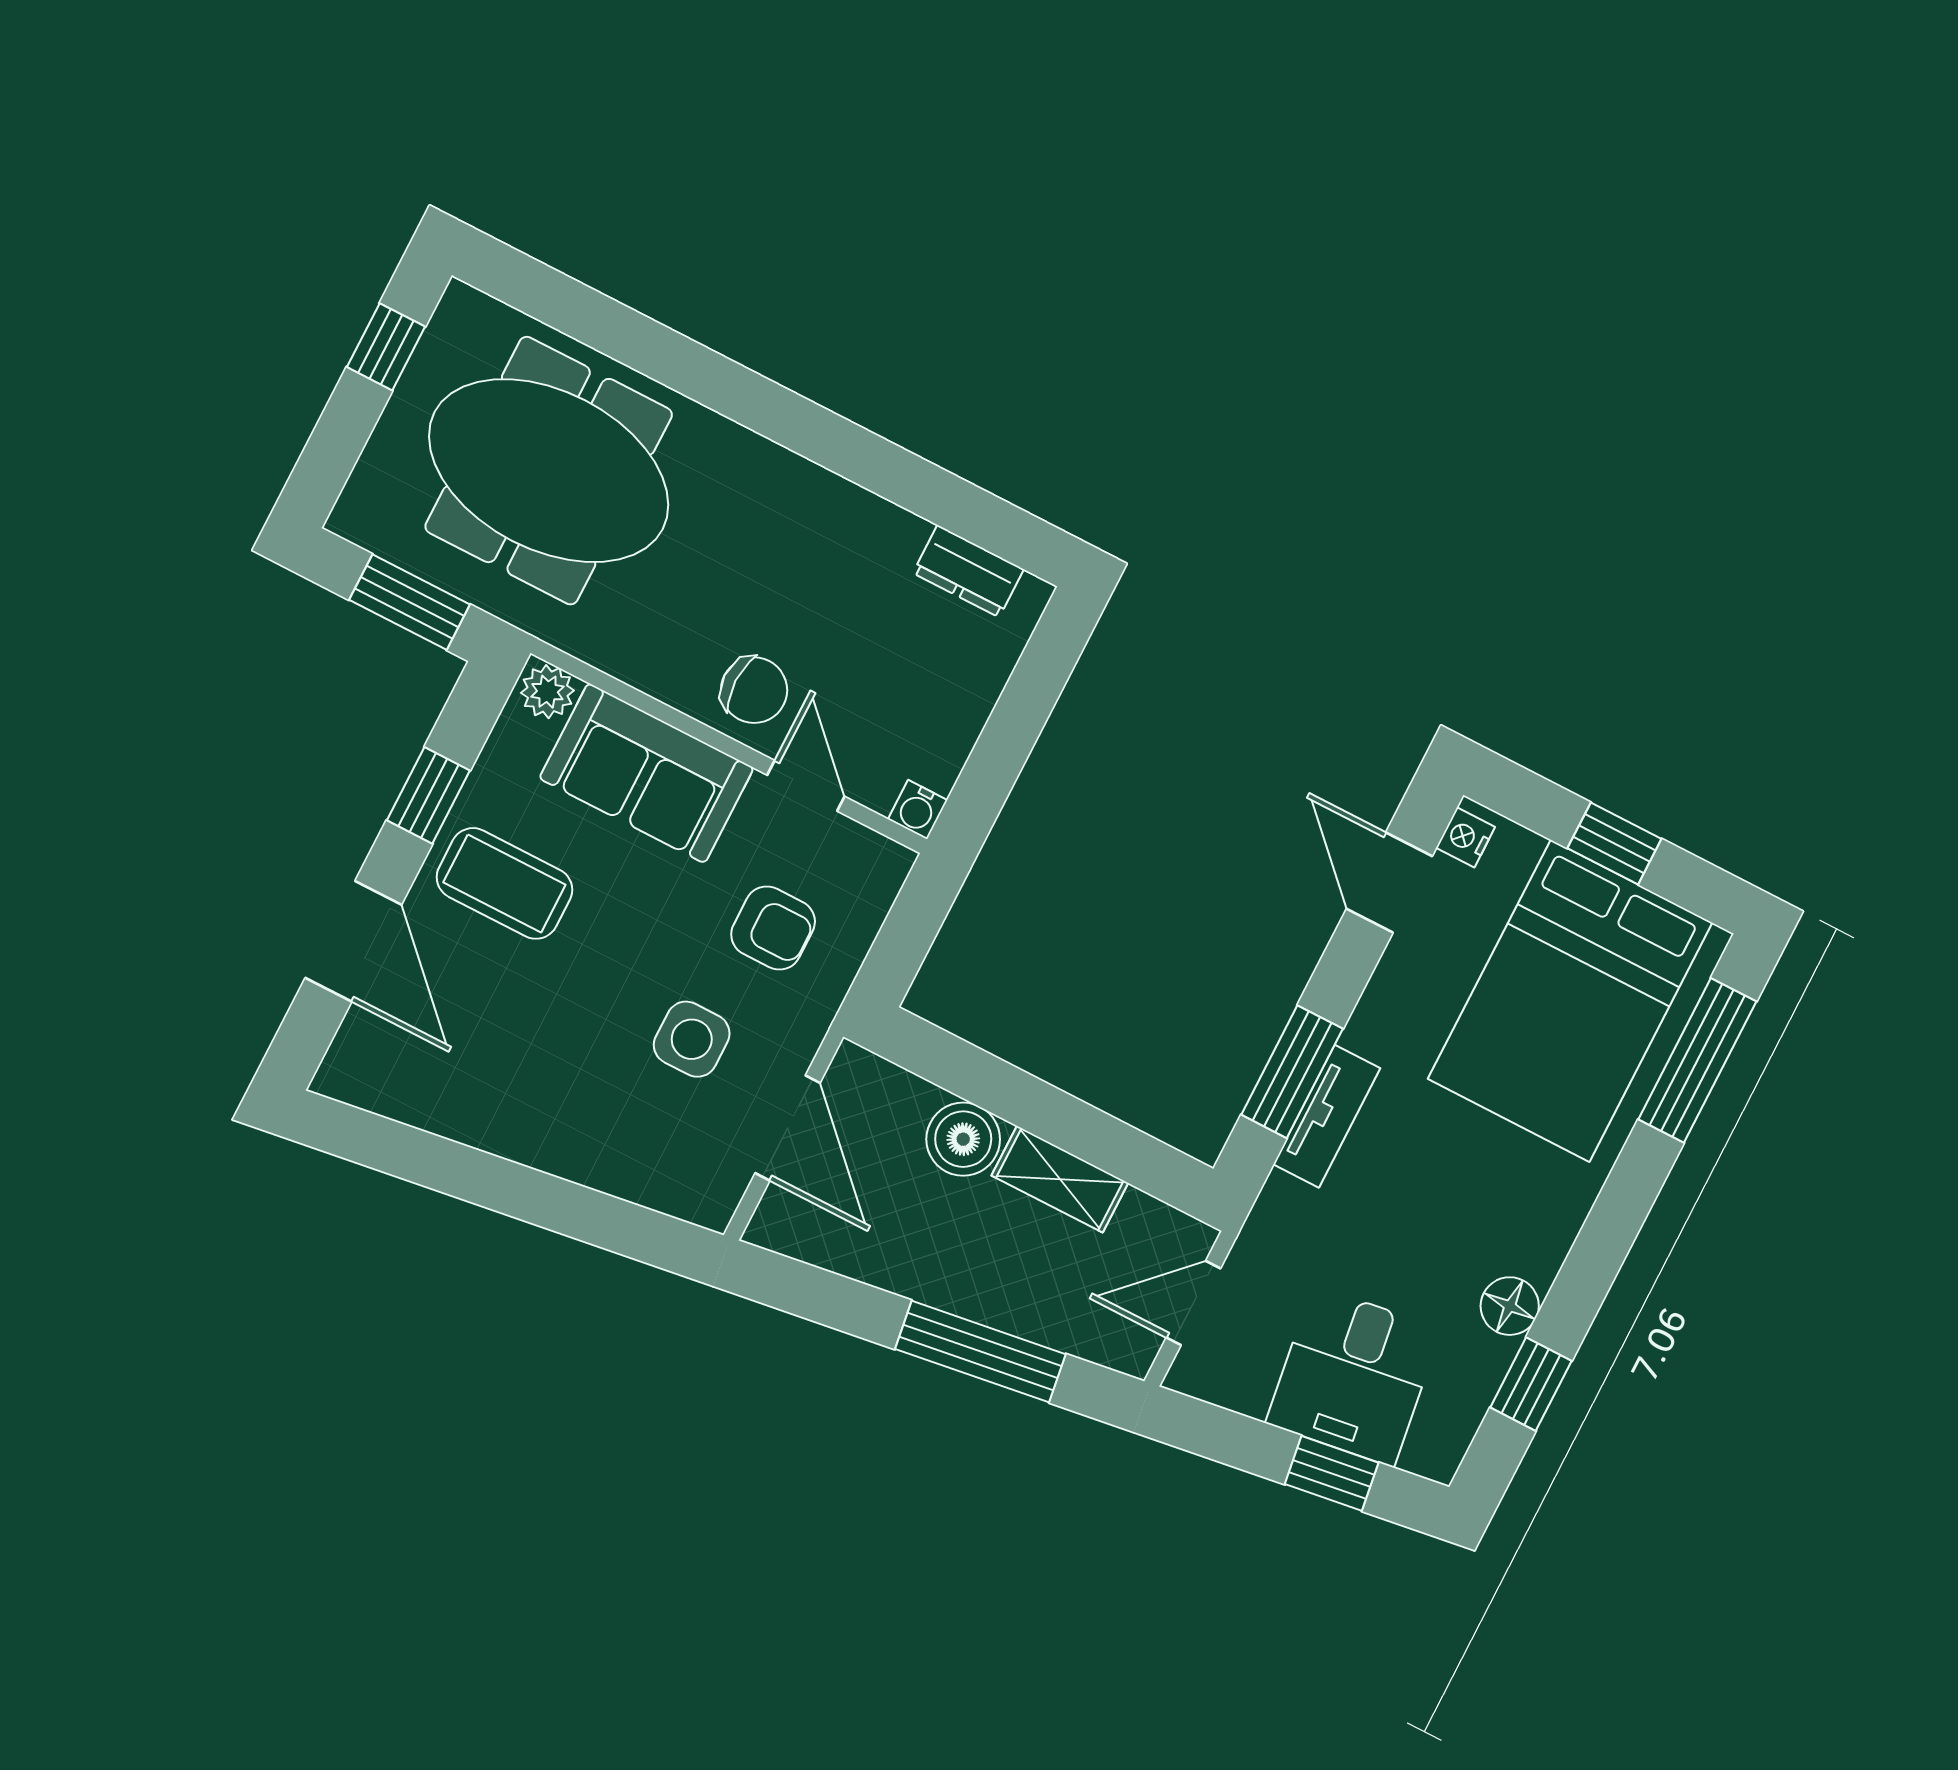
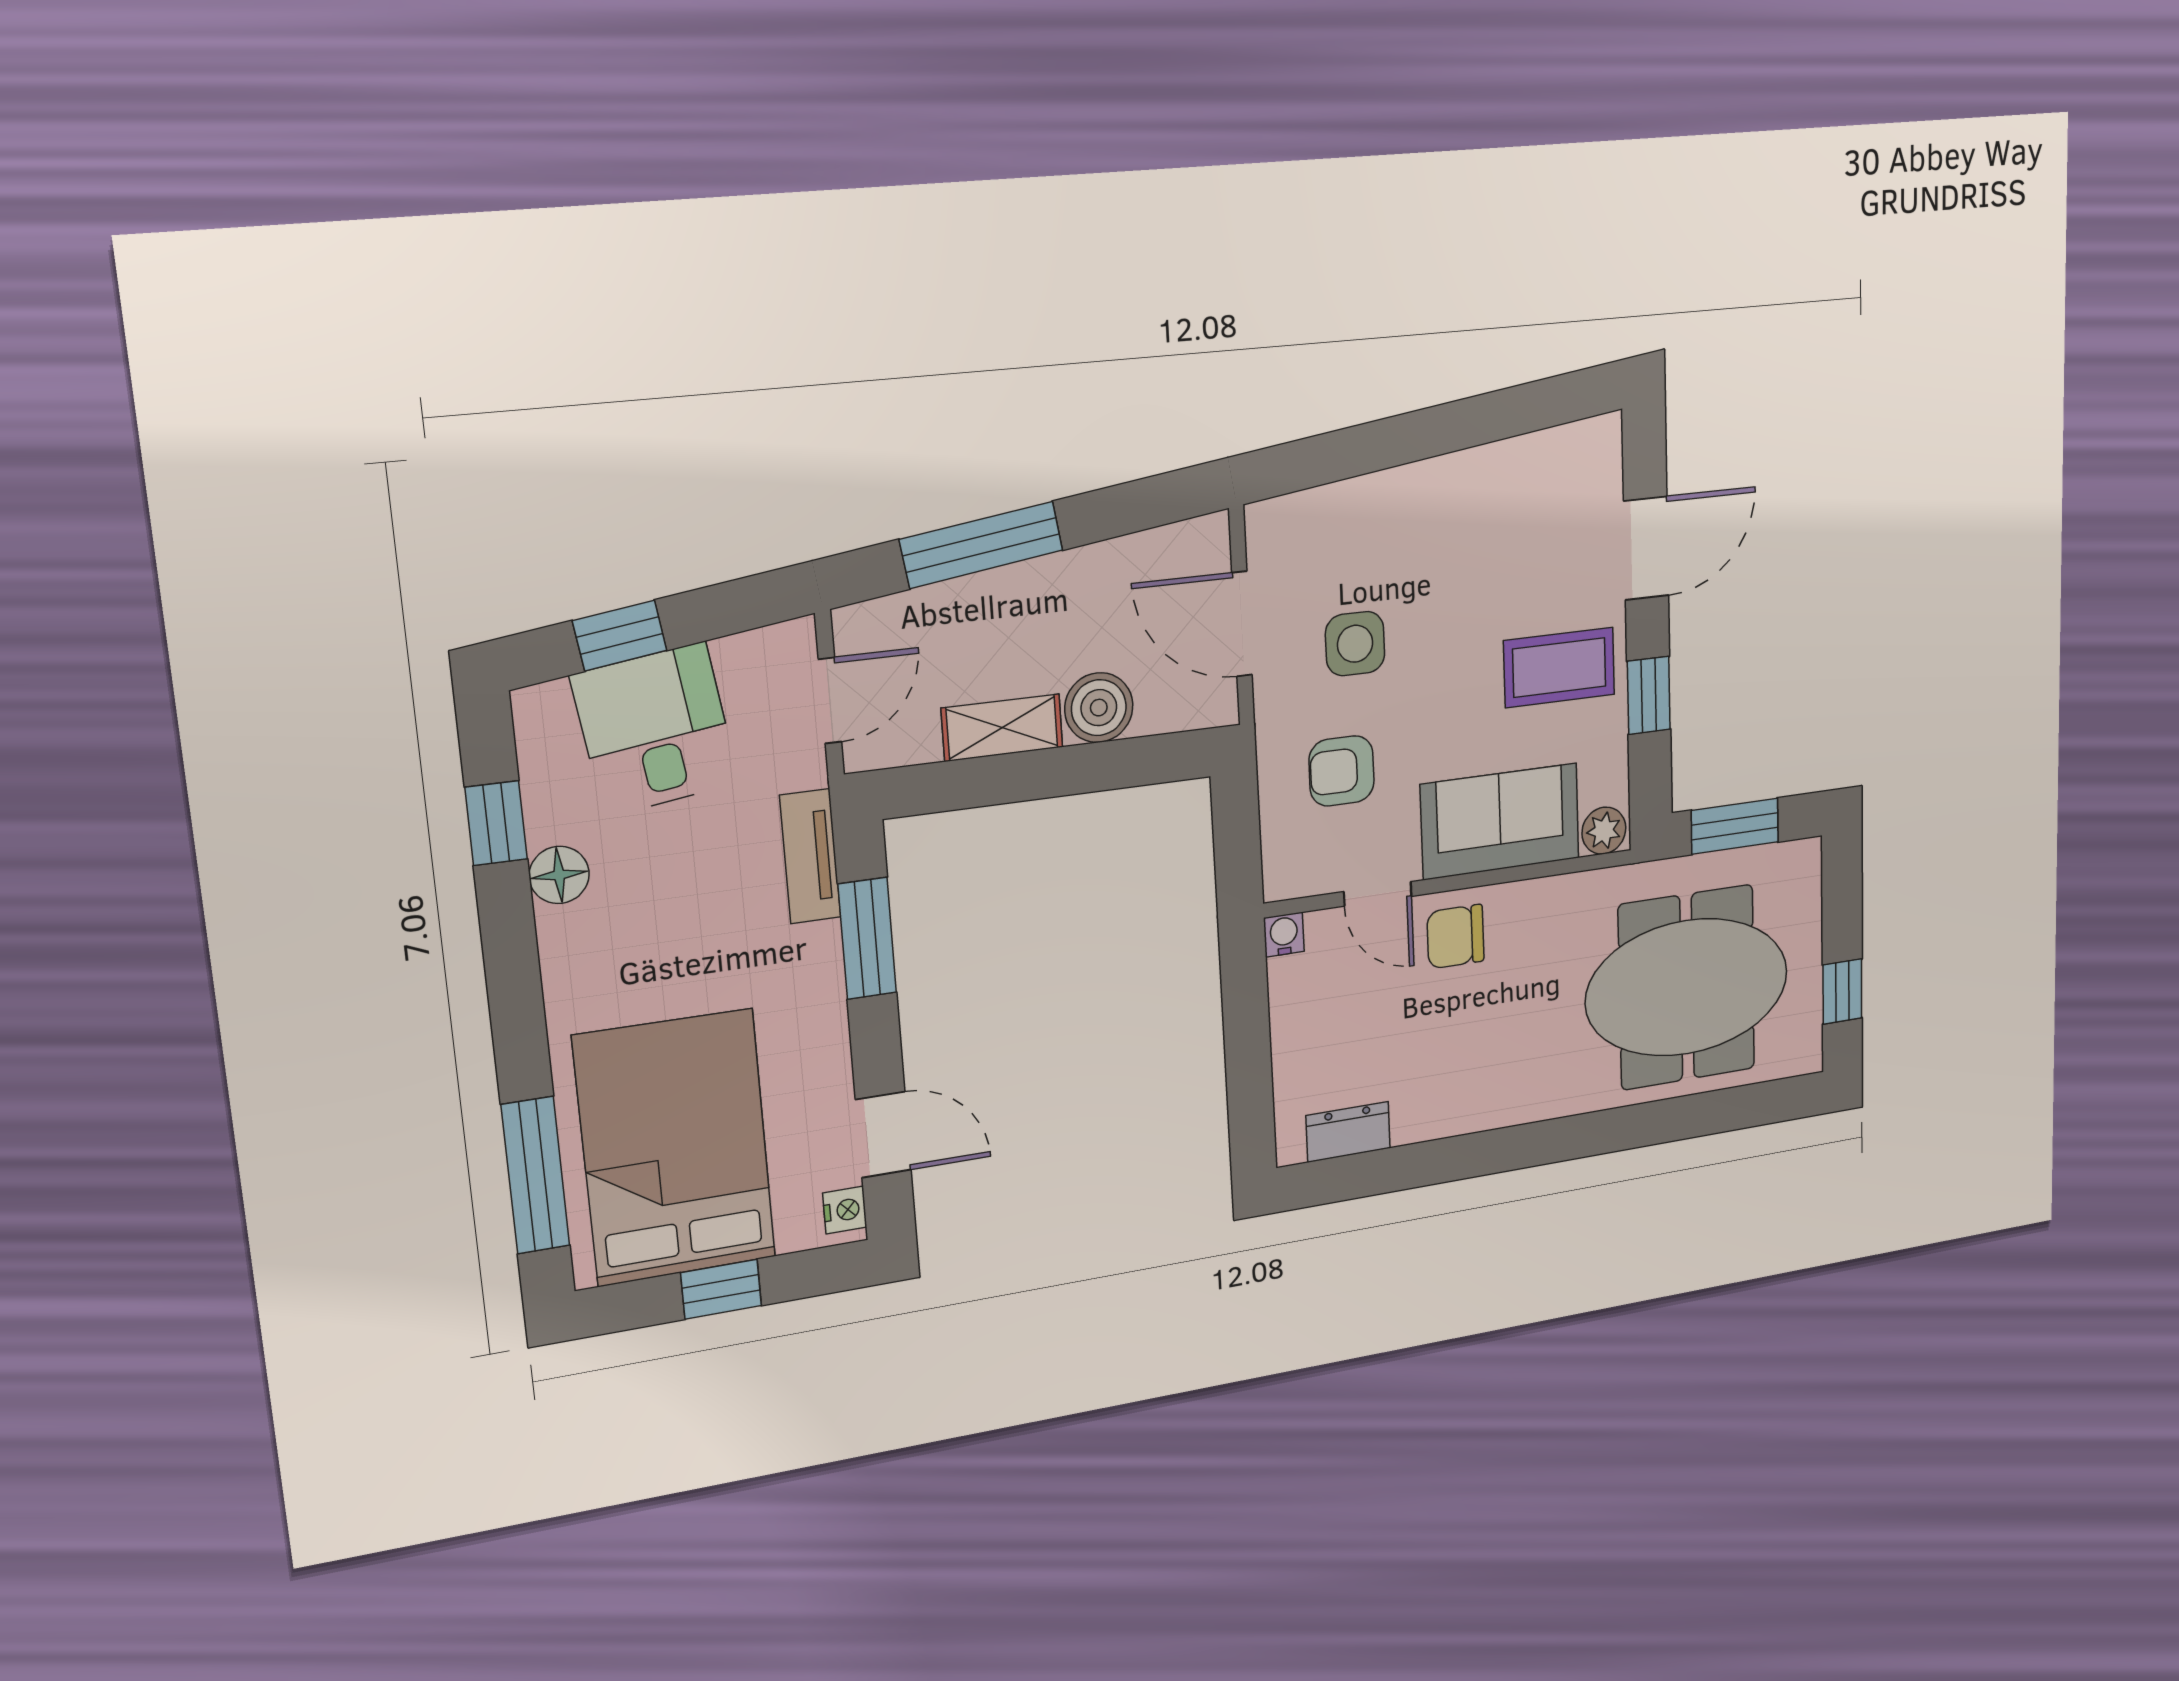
door: (353, 941) -> (1646, 548), swing flipped
tv unit: (1327, 1116) -> (810, 856), moved

